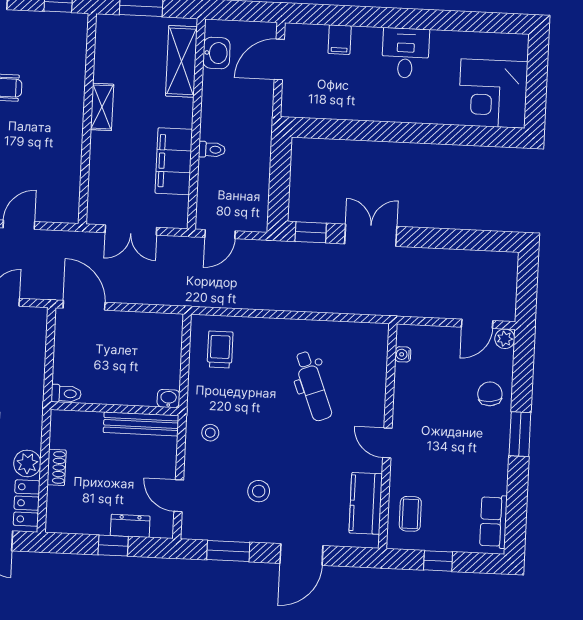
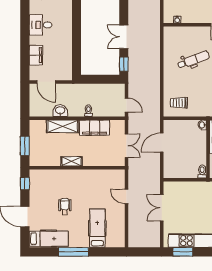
filing cabinet: (340, 40) -> (36, 55), width x2.00
washbasin: (216, 53) -> (60, 111), moved
shelving: (181, 61) -> (63, 126), moved
door: (84, 305) -> (162, 143), moved

